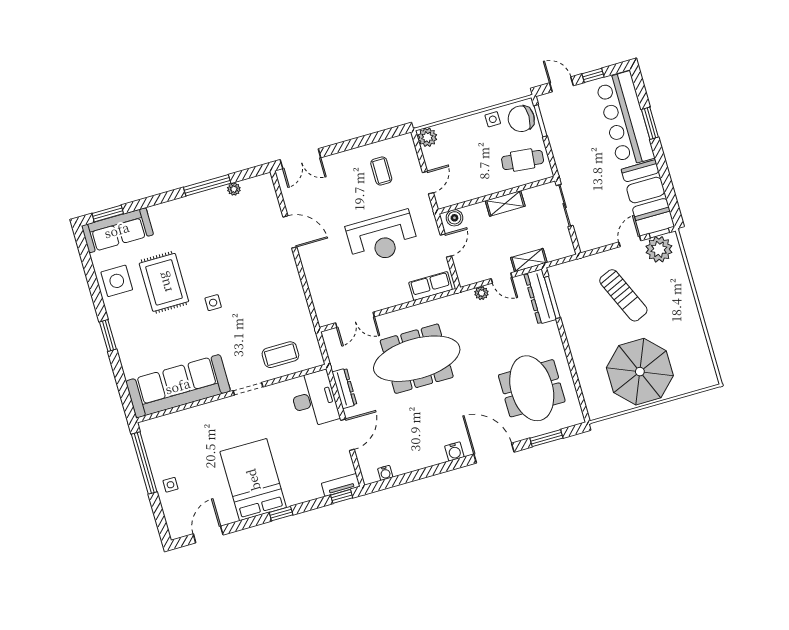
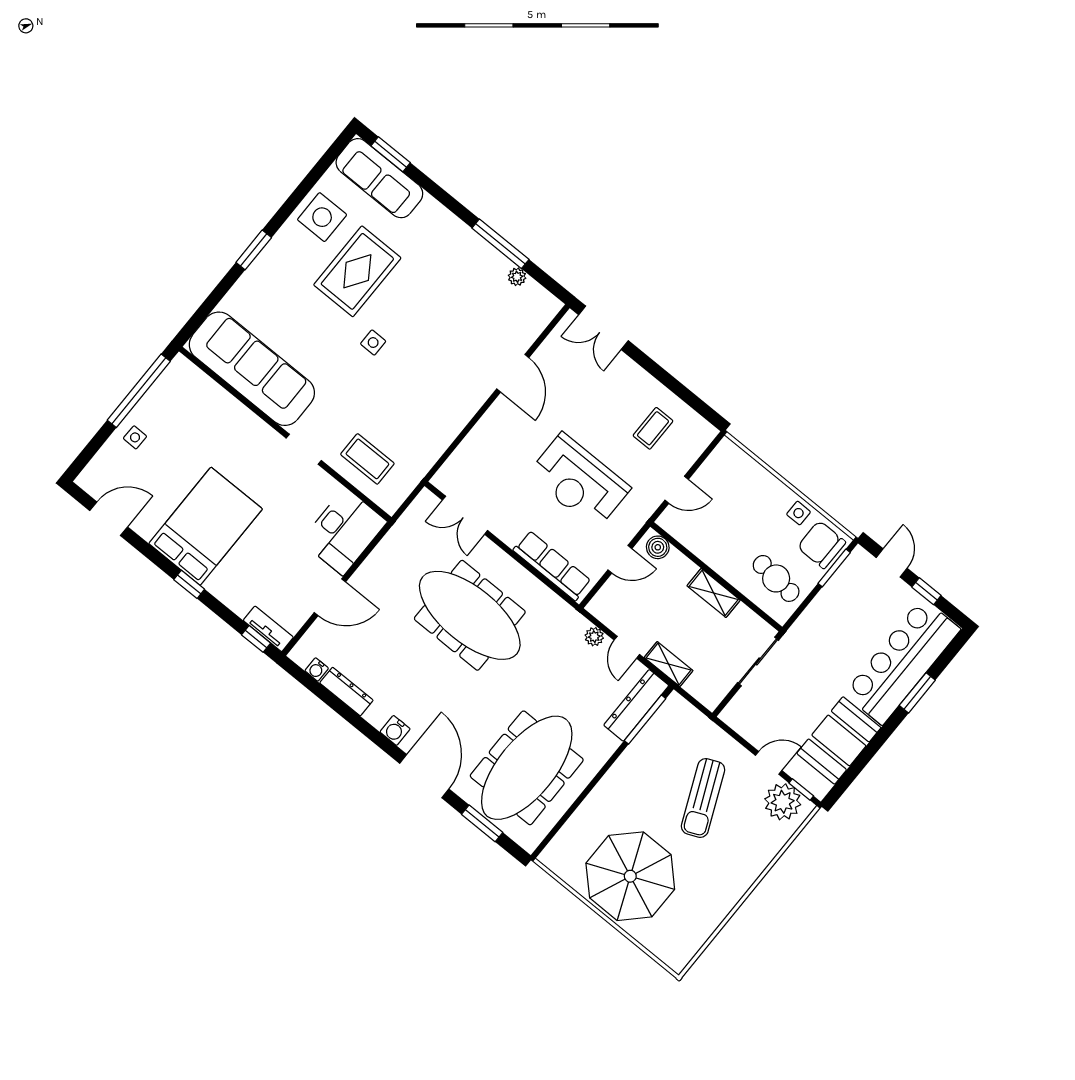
plant: (427, 137) -> (727, 454), removed
row of seats: (431, 286) -> (552, 566), width x1.48
dresser: (344, 388) -> (346, 692), moved, turned -90
meeting table: (532, 388) -> (527, 768), width x1.36

